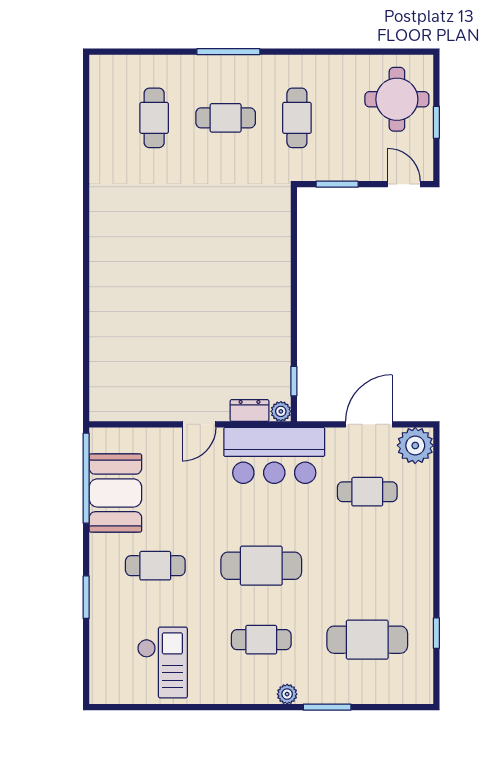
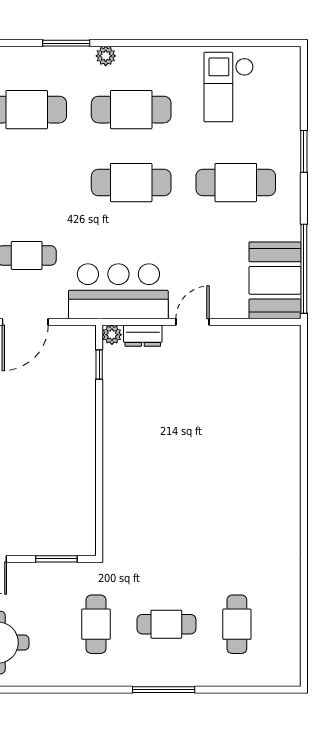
booth: (115, 493) -> (275, 280), moved
cafe table: (155, 566) -> (236, 183), width x1.37, depth x1.35
cafe table: (261, 640) -> (131, 110), width x1.37, depth x1.35

